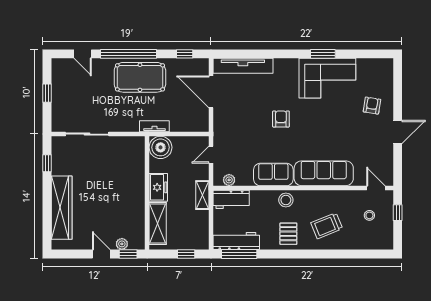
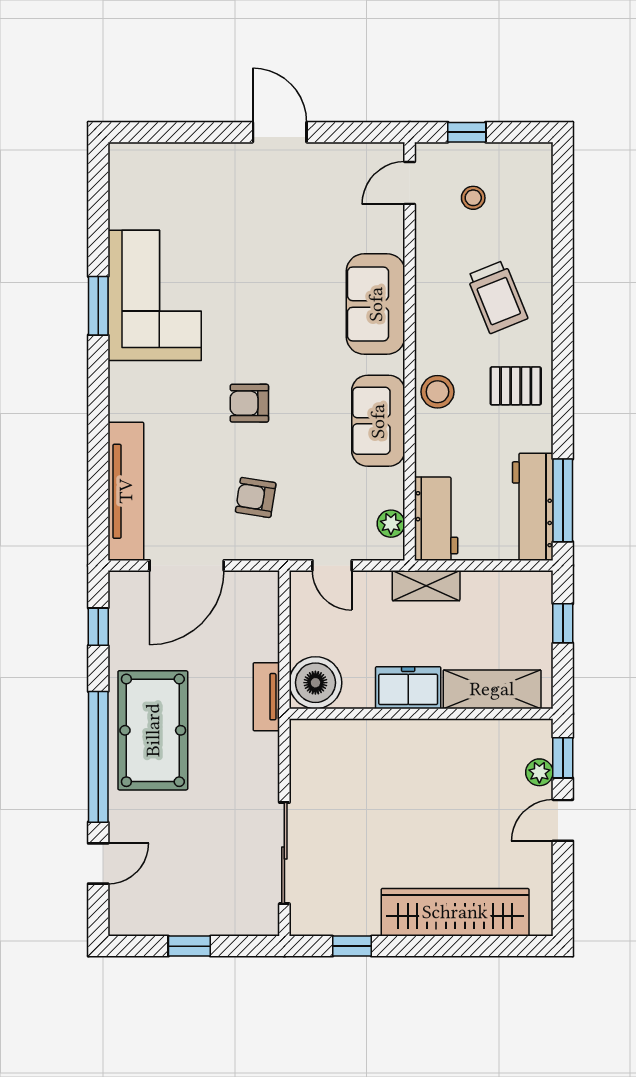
armchair: (372, 106) -> (256, 497), moved
sofa: (324, 173) -> (376, 304), width x0.73

